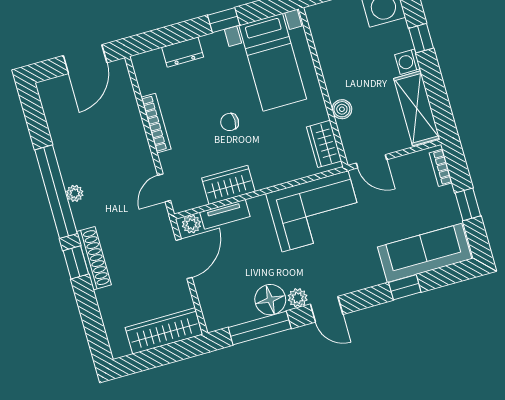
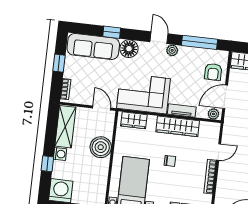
boiler: (342, 109) -> (101, 147), width x1.86, depth x1.86
wardrobe: (324, 144) -> (134, 120), moved, turned 90
wardrobe: (228, 185) -> (178, 126), width x1.50
door: (164, 188) -> (219, 152), moved
tv unit: (225, 214) -> (182, 111), moved
armchair: (219, 290) -> (213, 72), added
floor lamp: (270, 300) -> (129, 49), moved

